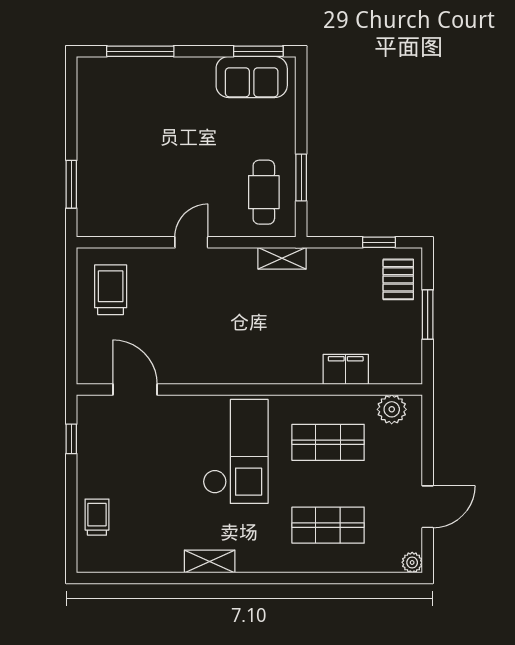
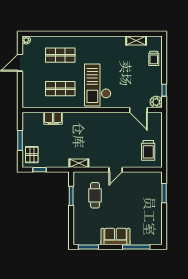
sofa: (252, 77) -> (115, 237), moved
cafe table: (264, 192) -> (95, 195), moved
plant: (392, 409) -> (156, 102), moved
shelving: (210, 561) -> (136, 40), moved

